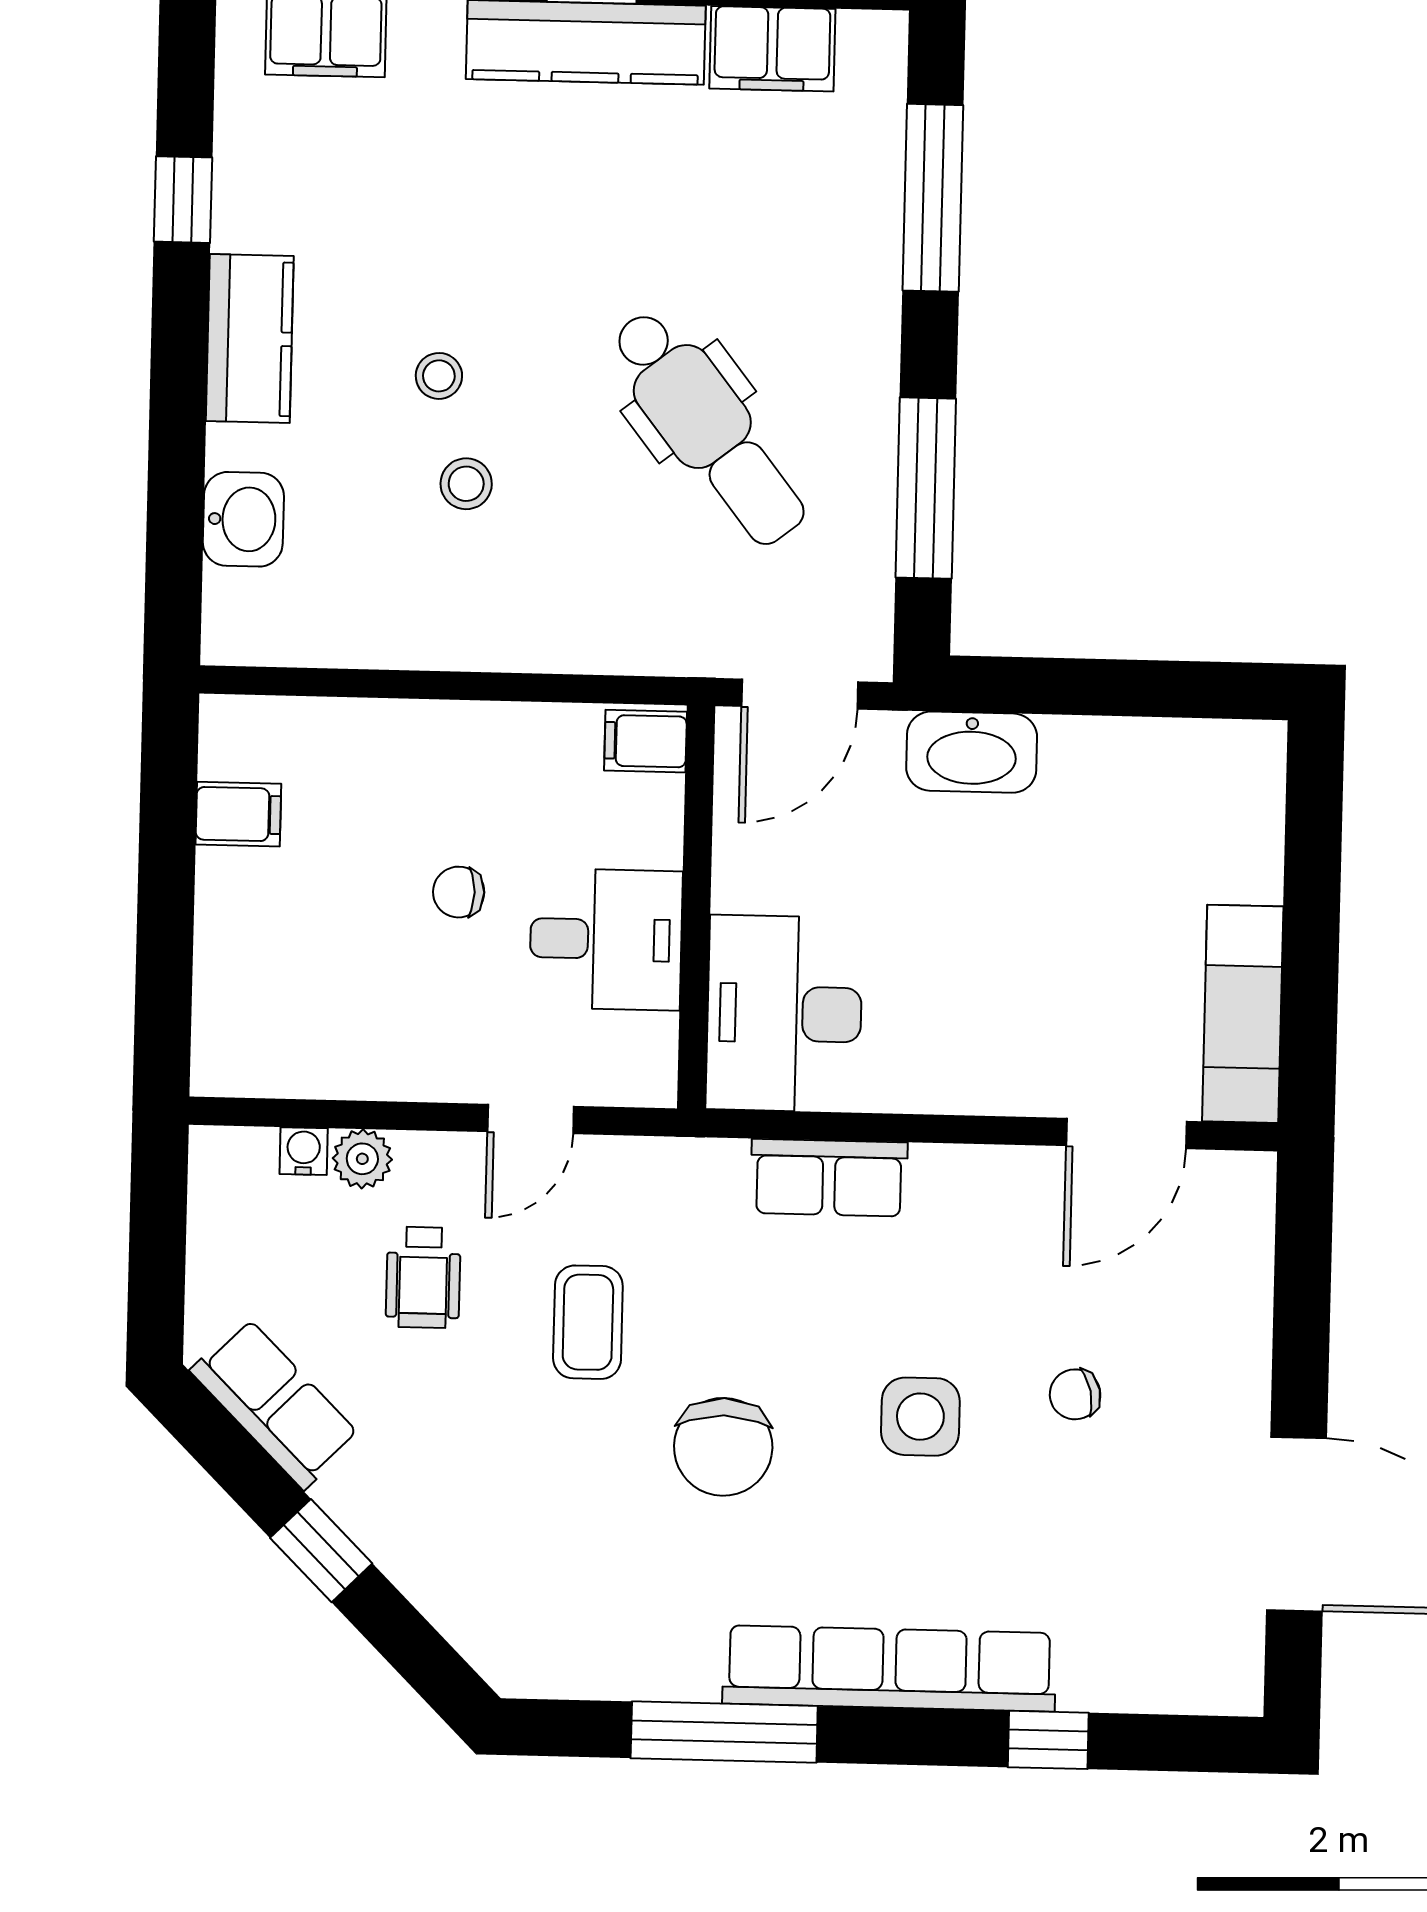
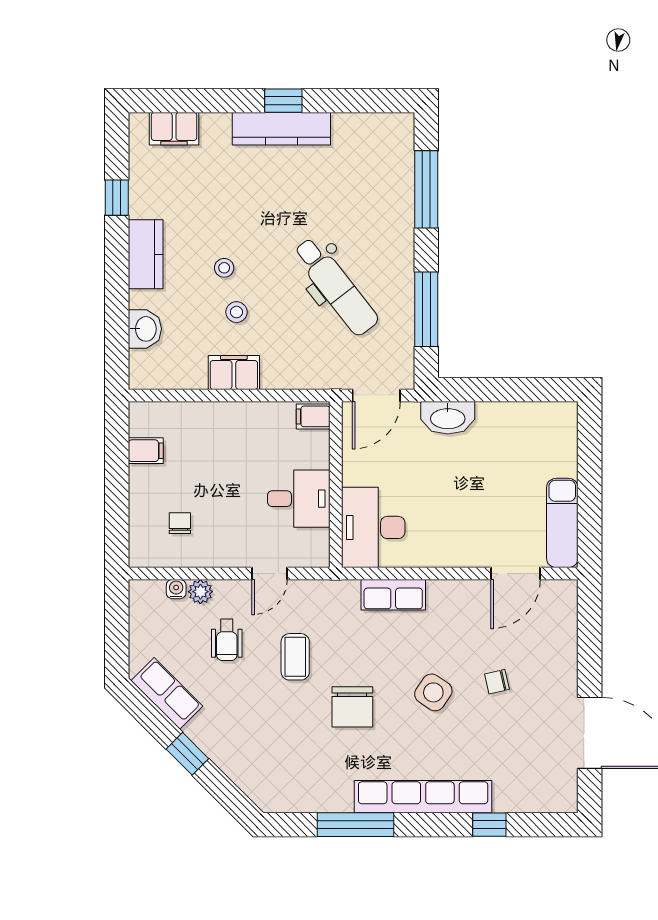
filing cabinet: (772, 49) -> (234, 373), moved, turned 180
chair: (459, 892) -> (180, 523), moved, turned 90
side table: (920, 1417) -> (433, 692), turned 34

